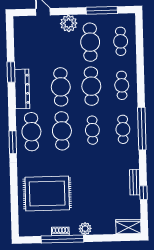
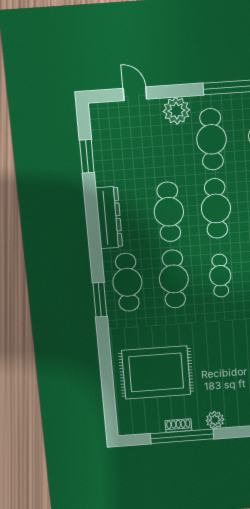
window: (11, 72) -> (87, 156), moved

